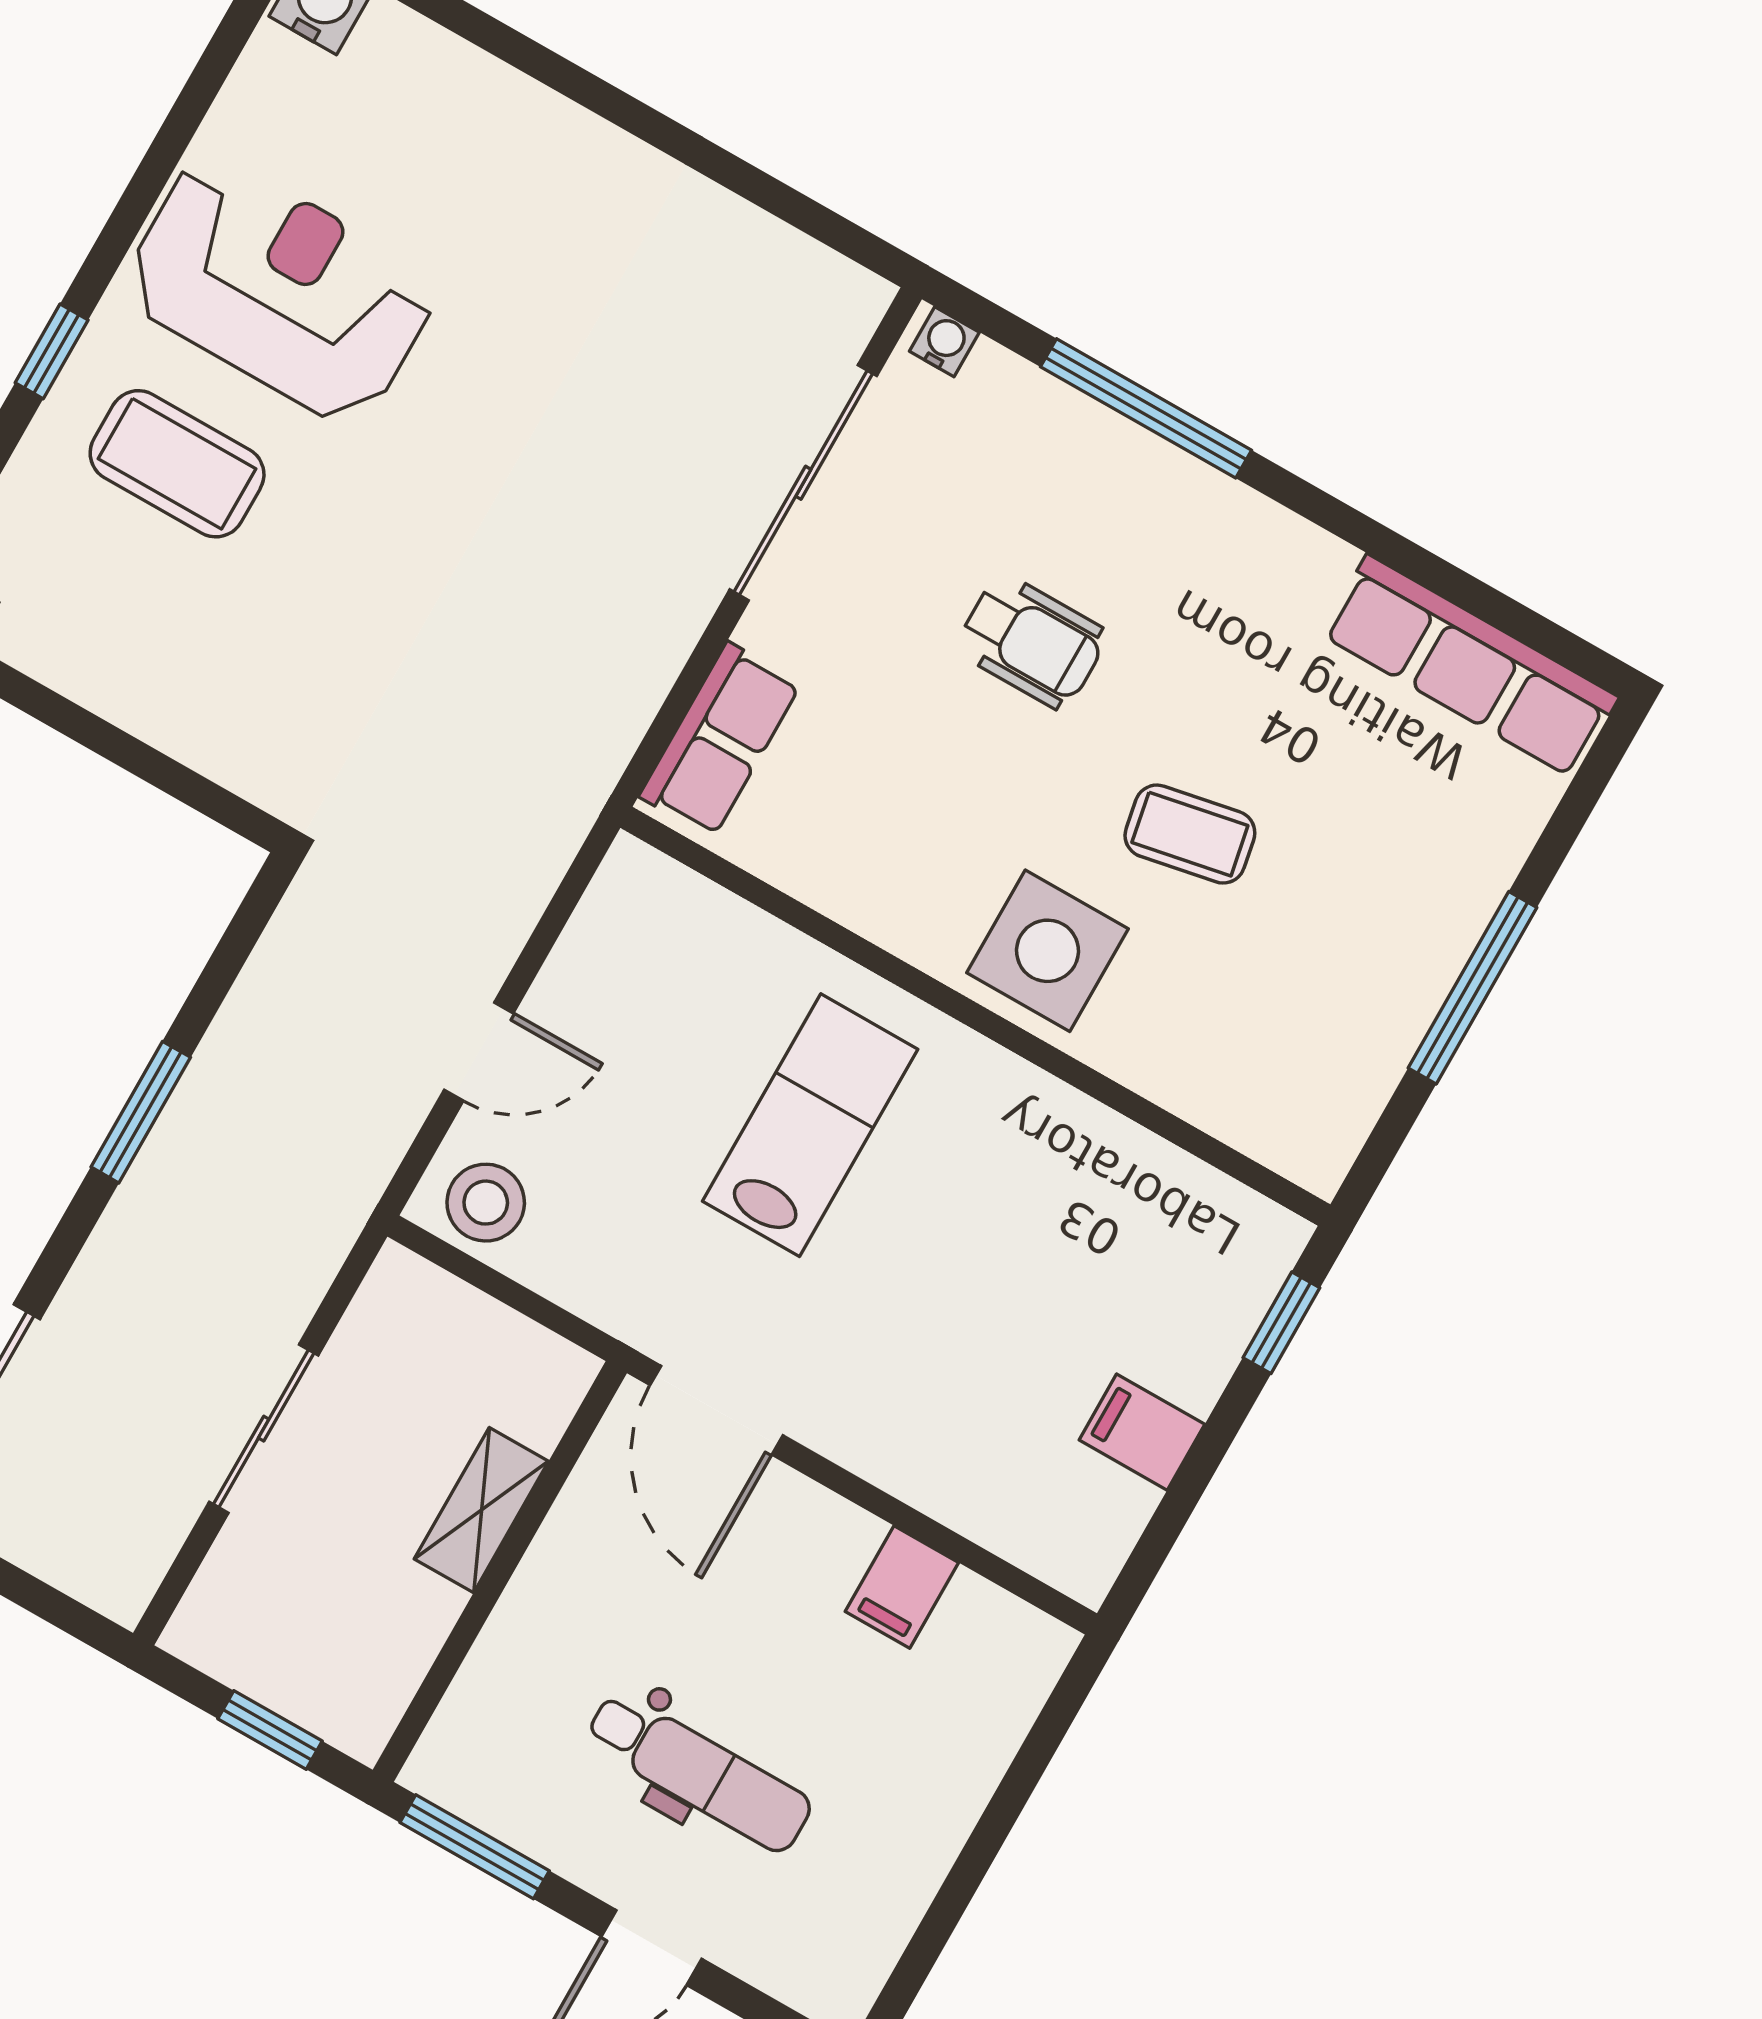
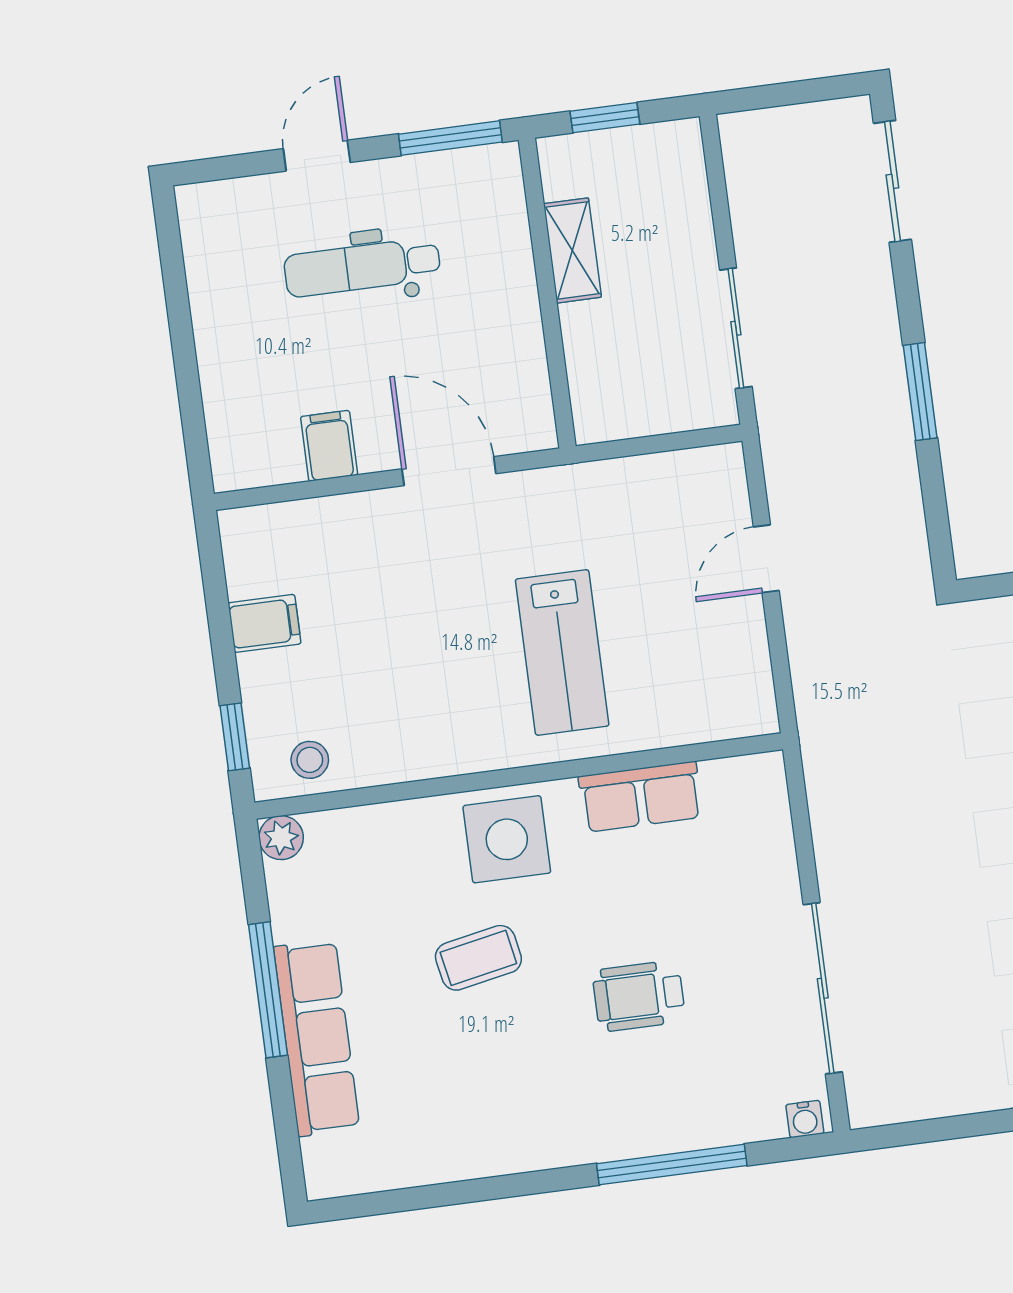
row of seats: (1470, 666) -> (317, 1038), moved, turned 90
row of seats: (720, 740) -> (641, 797), moved, turned -90
plant: (1318, 1159) -> (281, 838), added
stool: (486, 1203) -> (310, 760), moved, width x0.73, depth x0.73
door: (716, 1410) -> (449, 471), moved
sliding door: (264, 1429) -> (736, 328), moved
shelving: (481, 1510) -> (572, 250), moved

